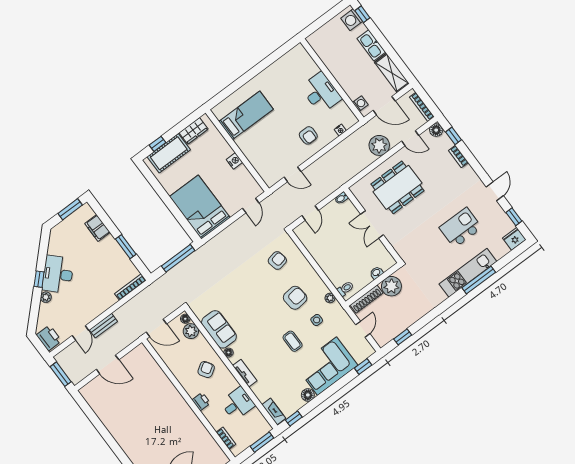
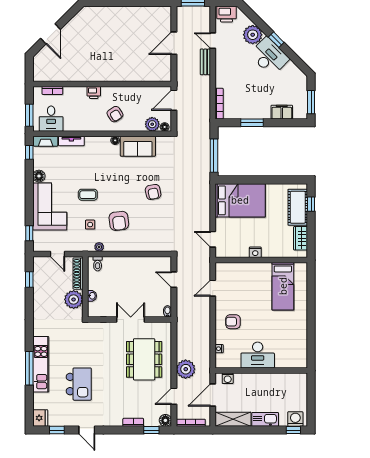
armchair: (277, 260) -> (153, 192), moved
plant: (46, 297) -> (253, 35), width x1.87, depth x1.87
tv unit: (245, 373) -> (71, 141), moved
desk: (238, 404) -> (51, 119), moved

